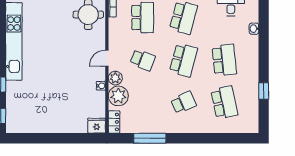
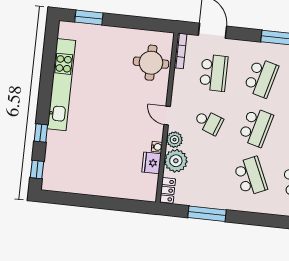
door: (107, 58) -> (167, 116), hinge flipped
school desk: (183, 102) -> (251, 176), width x1.85
fridge: (97, 126) -> (152, 163), moved, turned -90

